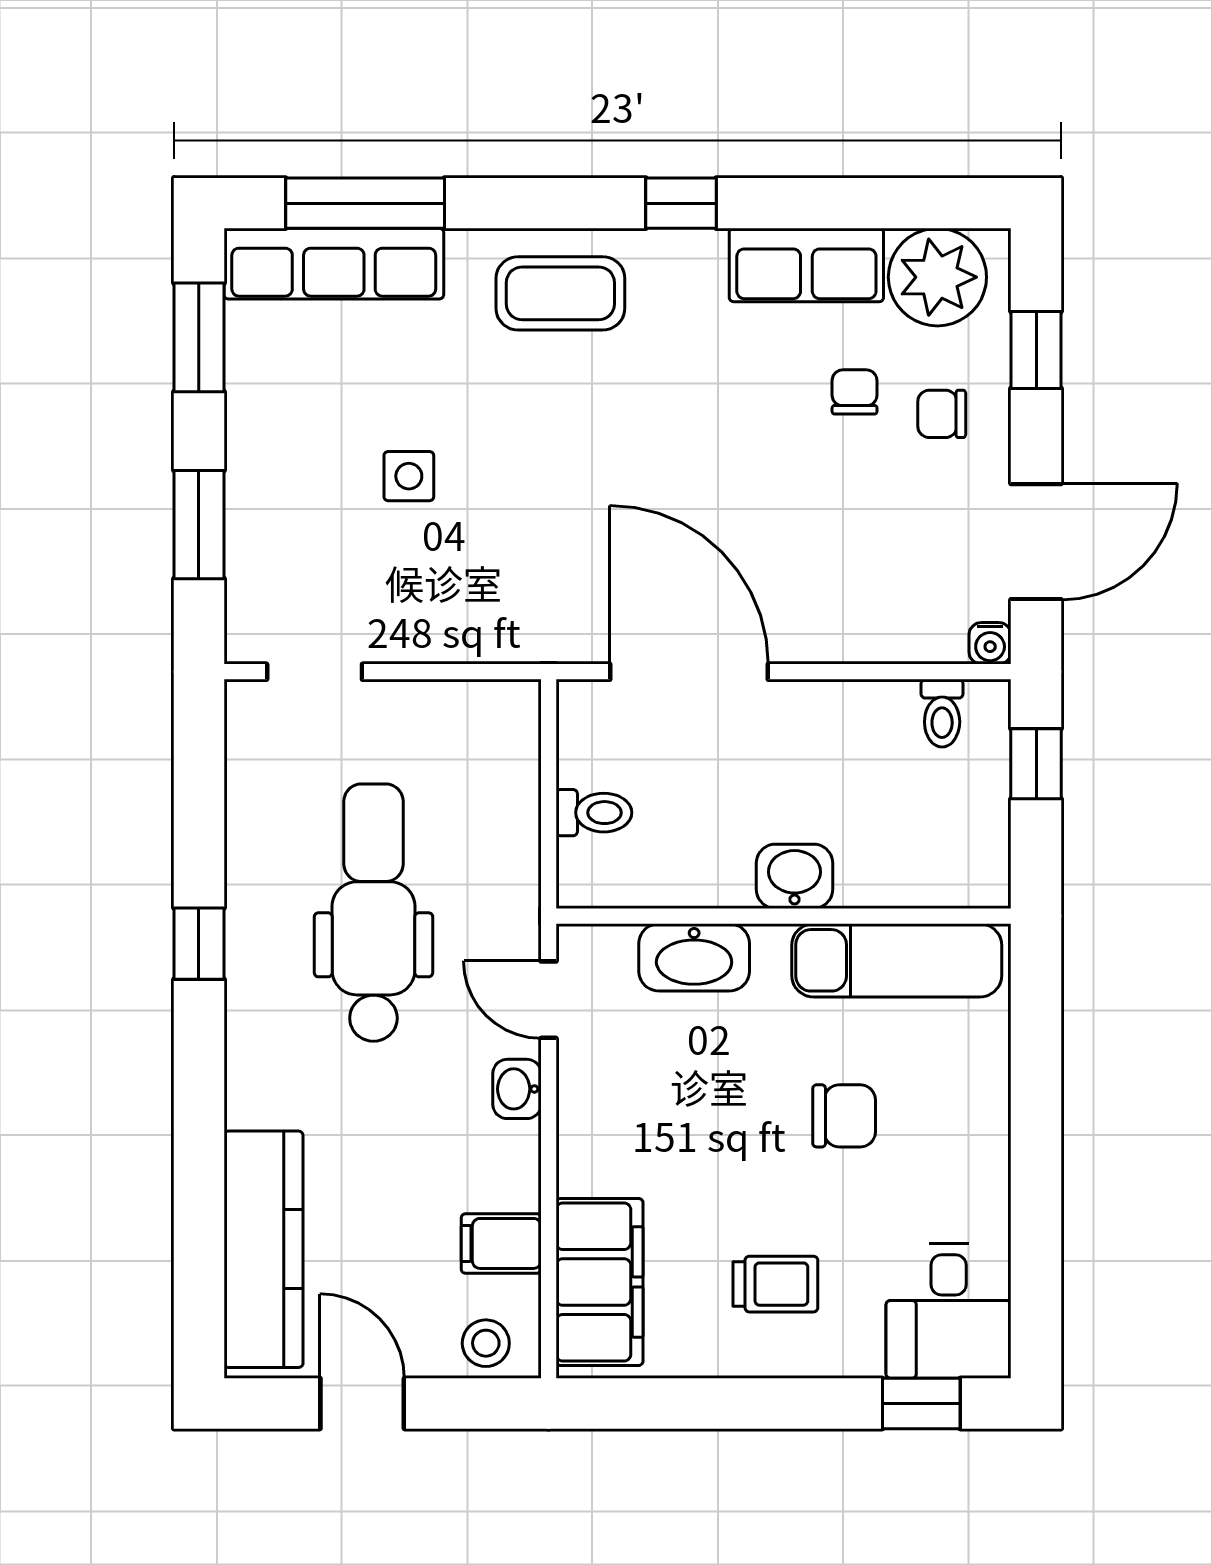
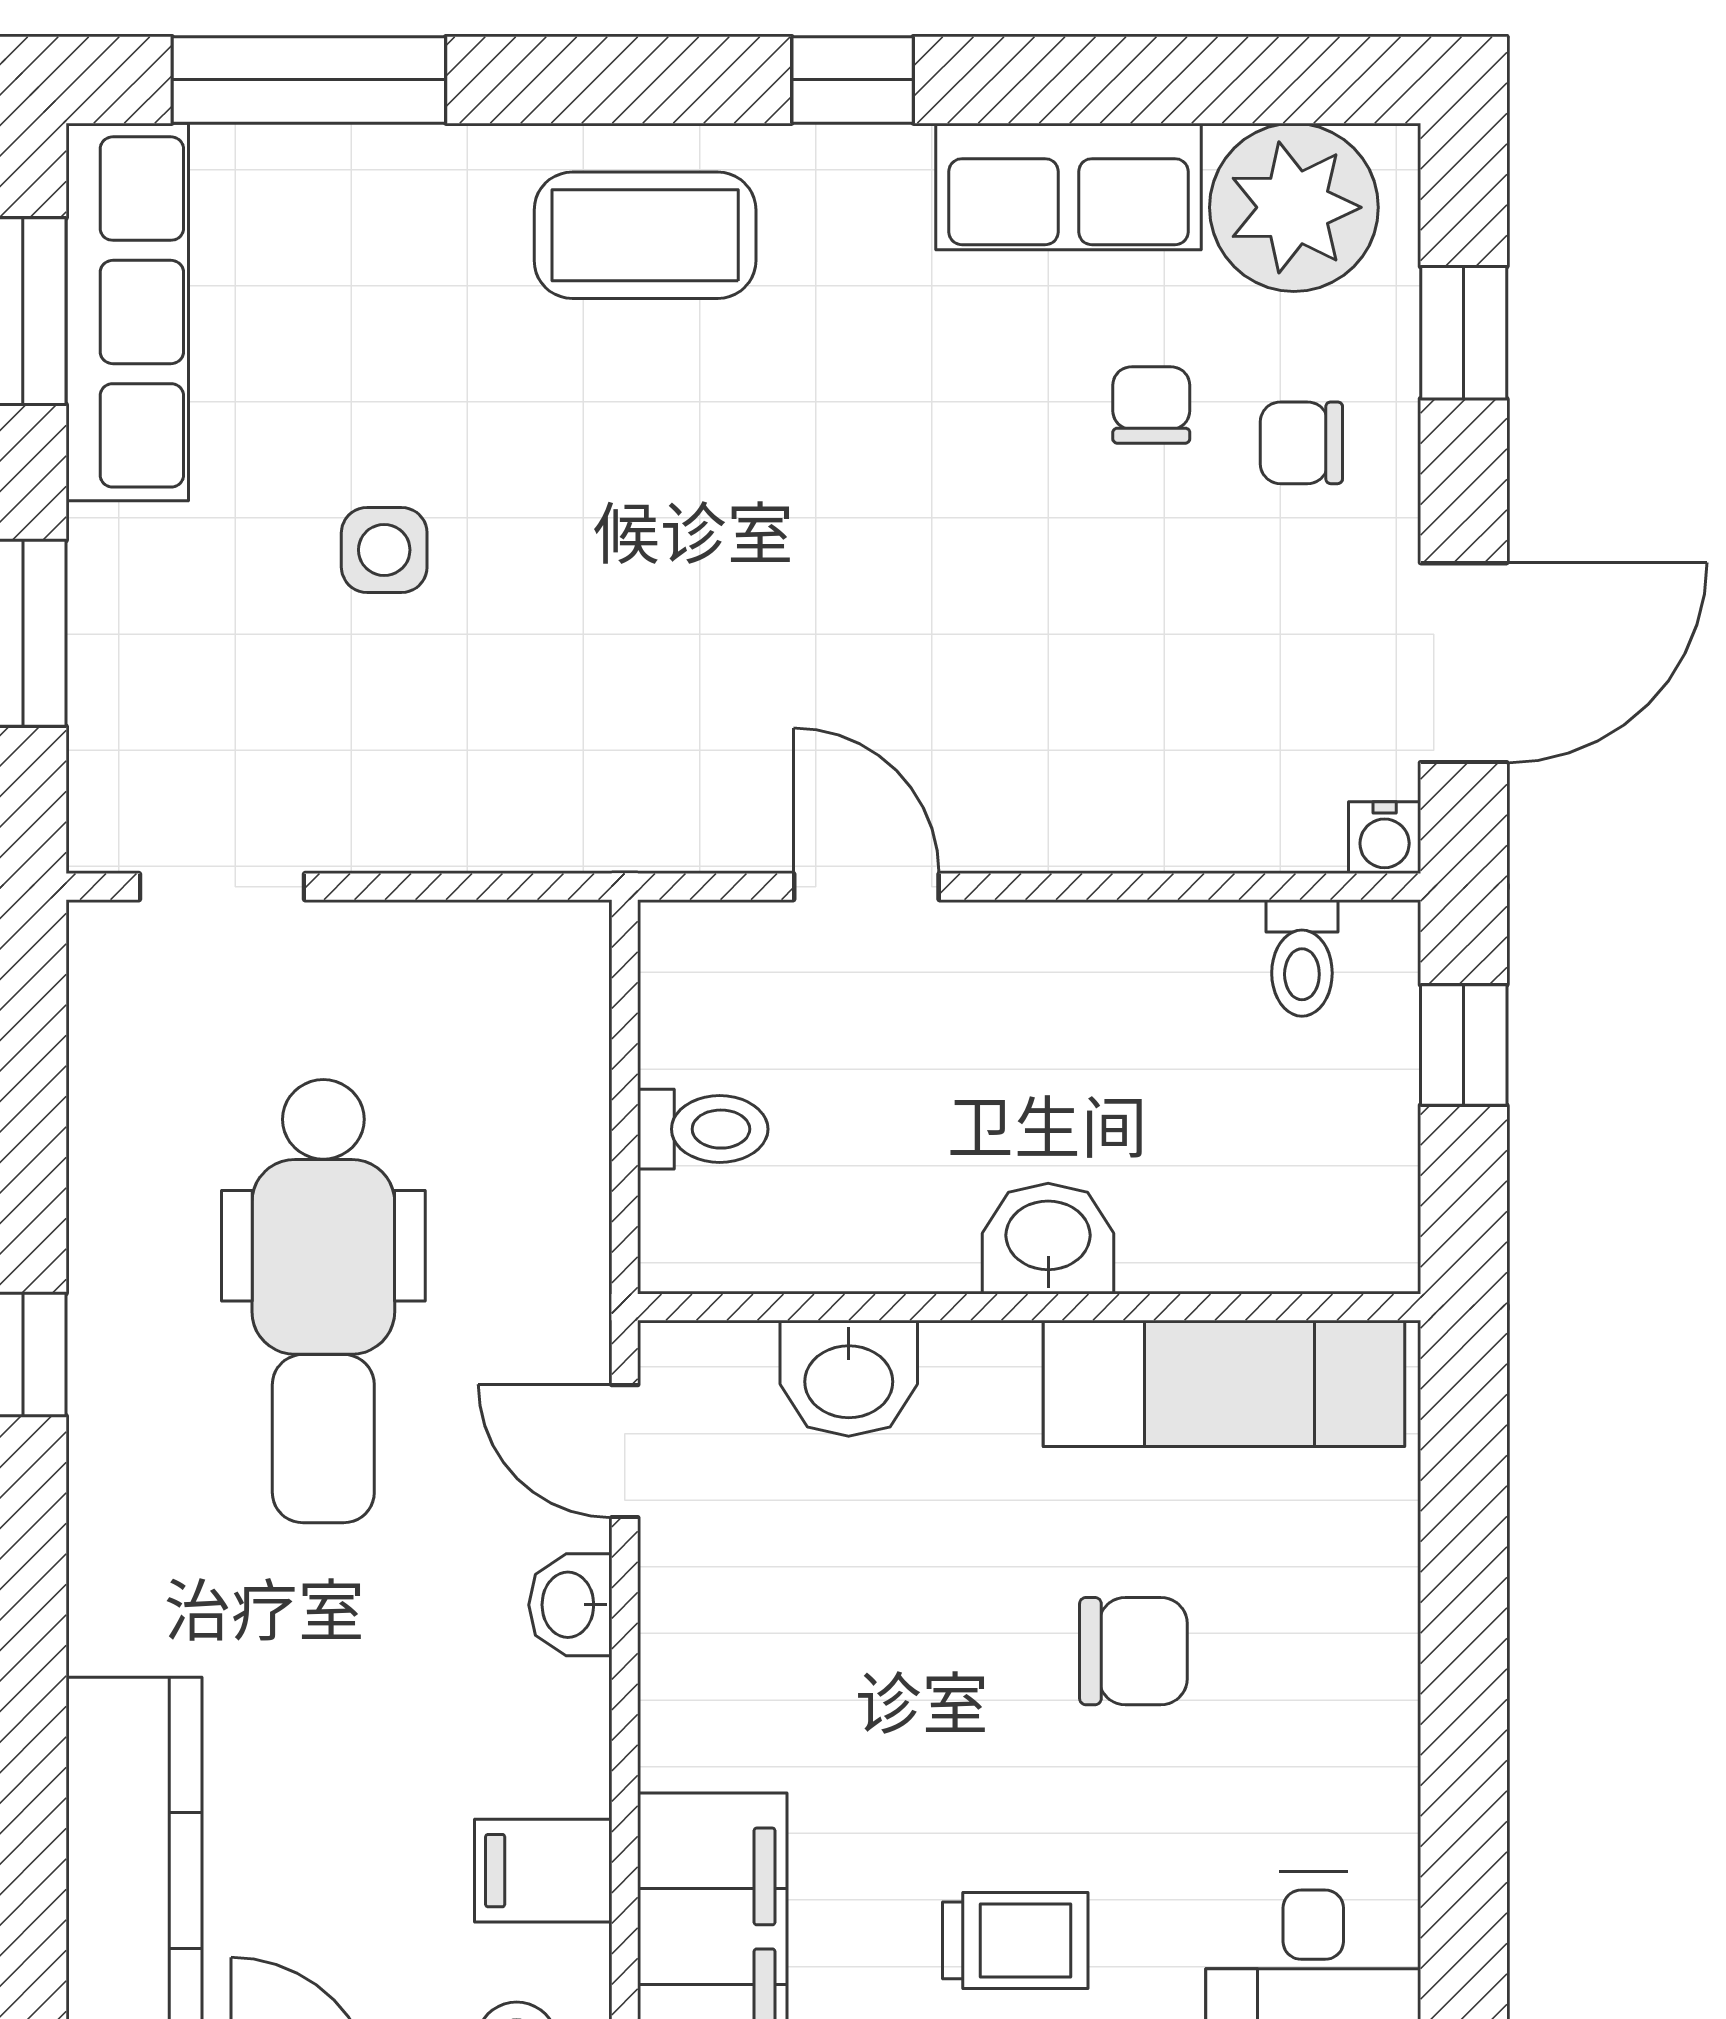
row of seats: (334, 264) -> (127, 312), moved, turned -90
door: (689, 672) -> (866, 887), width x0.53
dental chair: (373, 913) -> (323, 1301), turned 180
washbasin: (694, 957) -> (849, 1378), width x0.72

